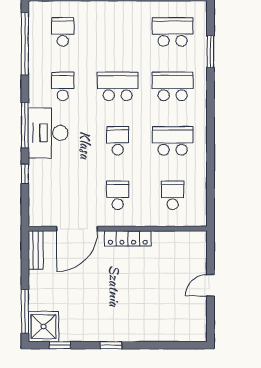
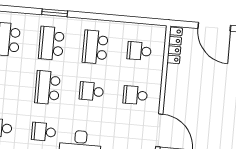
window: (210, 52) -> (55, 13), moved
locker: (128, 238) -> (175, 45), moved
door: (210, 285) -> (214, 27), width x1.87

